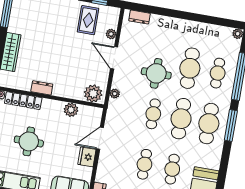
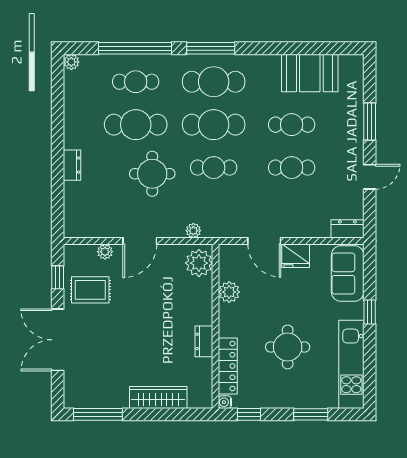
dresser: (140, 17) -> (72, 165), moved

